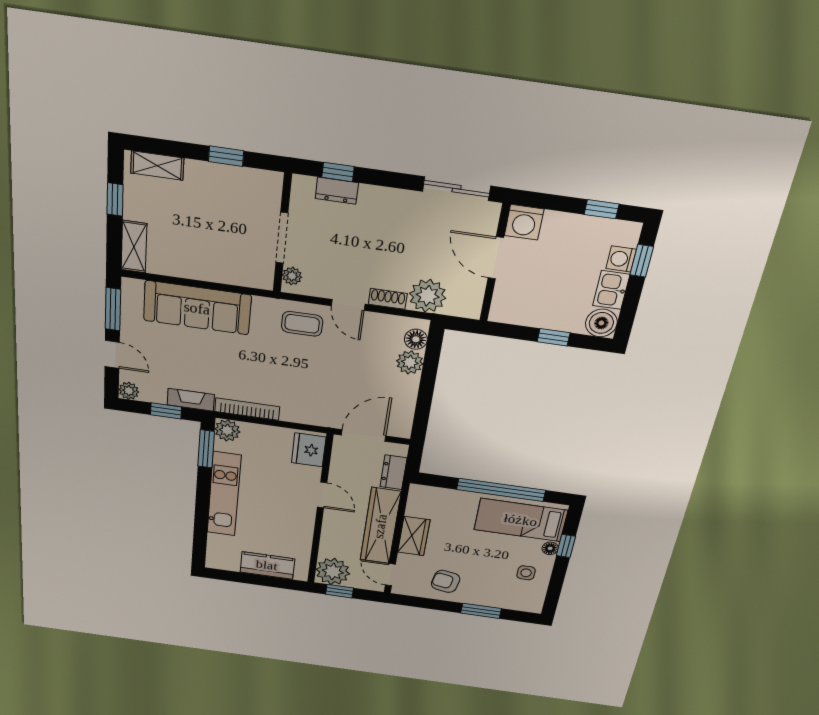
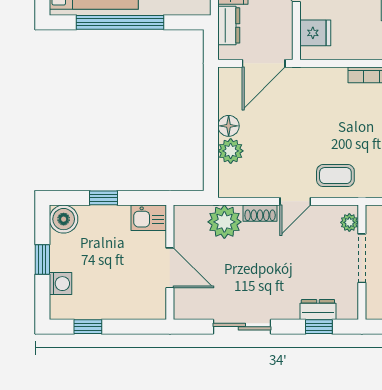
sliding door: (457, 189) -> (242, 327), moved
washing machine: (524, 222) -> (152, 305), removed
window: (642, 261) -> (42, 259), moved
kitchen sink: (611, 290) -> (149, 218), moved, turned 90
door: (348, 305) -> (295, 201), swing flipped
floor lamp: (416, 339) -> (229, 126), moved
fridge: (309, 450) -> (315, 33), width x0.72

